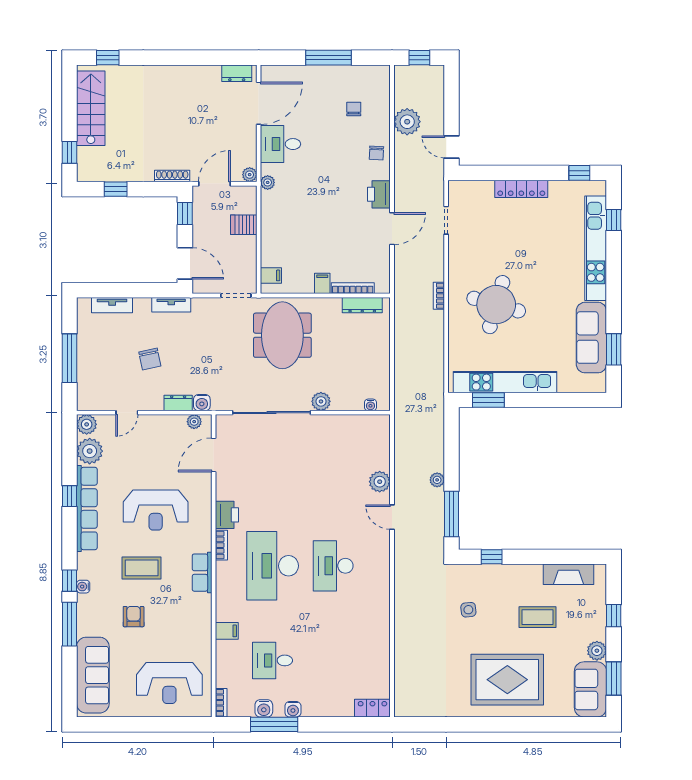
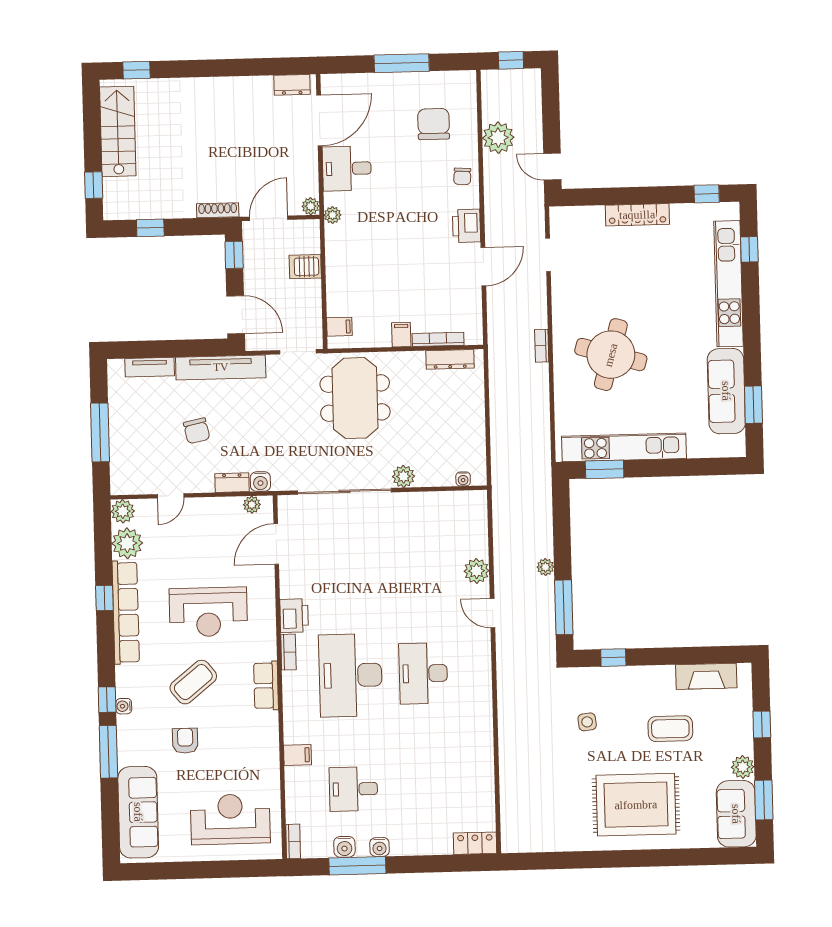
chair: (354, 109) -> (434, 124), width x1.87, depth x1.87
tv unit: (171, 305) -> (221, 367), width x1.92, depth x1.29
coffee table: (142, 568) -> (193, 682), turned -39
reception desk: (169, 683) -> (230, 819), turned 180

